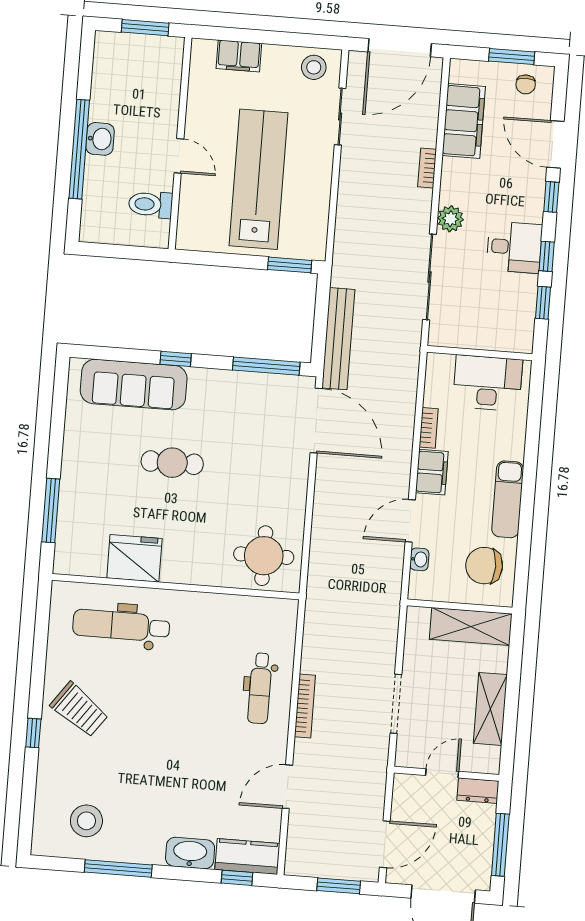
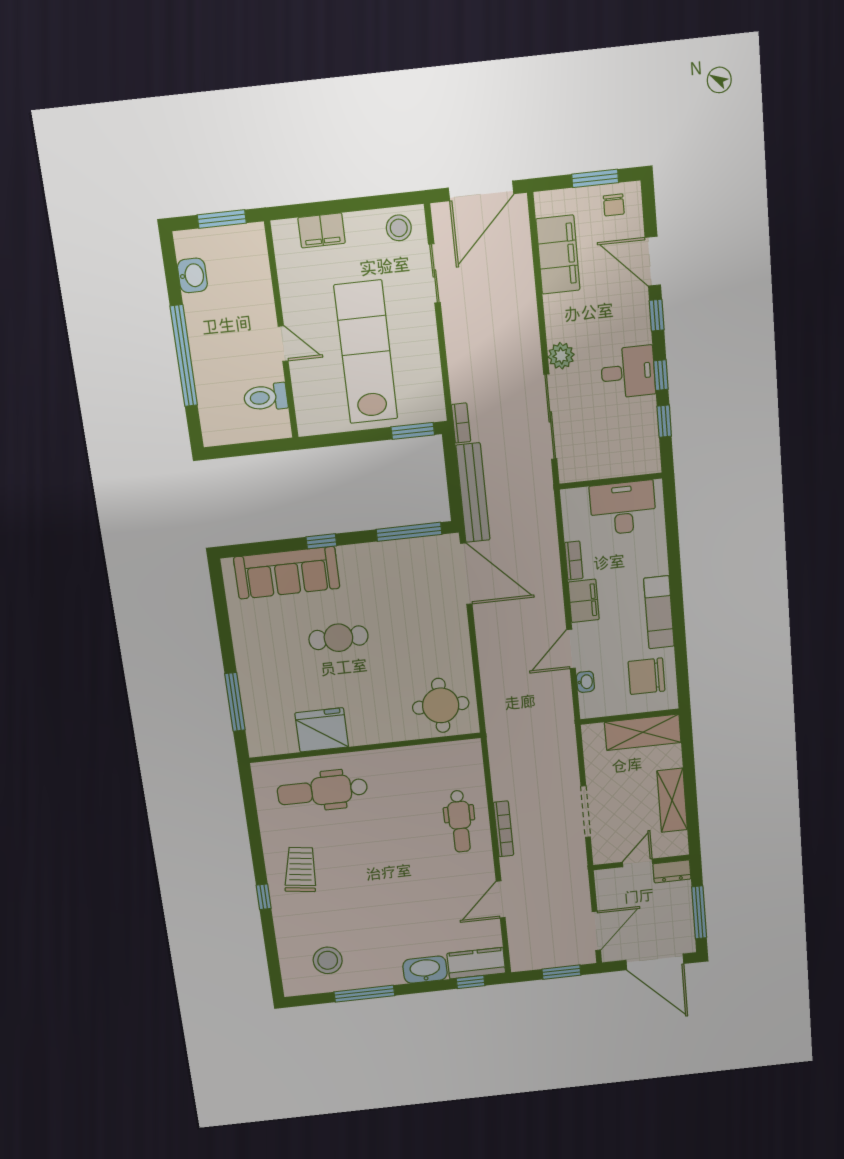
washbasin: (100, 139) -> (192, 275), moved
bookcase: (427, 168) -> (461, 423), moved, turned 180
trolley: (79, 710) -> (300, 870), turned -118

